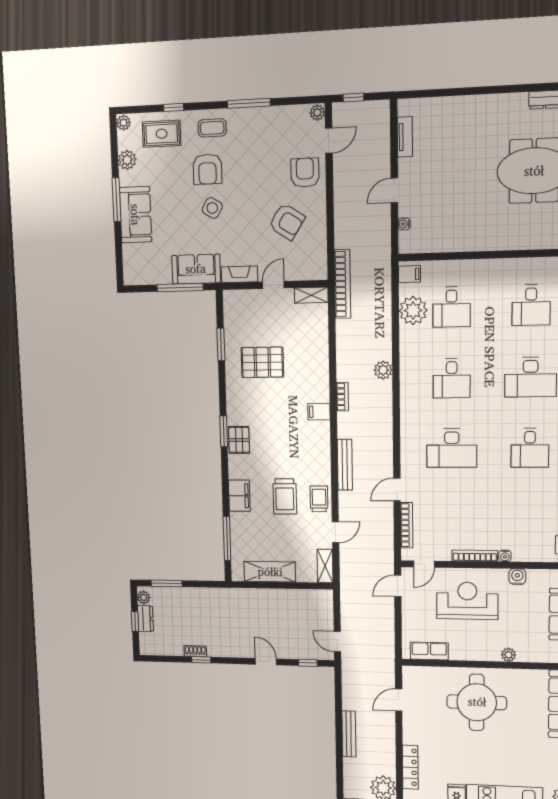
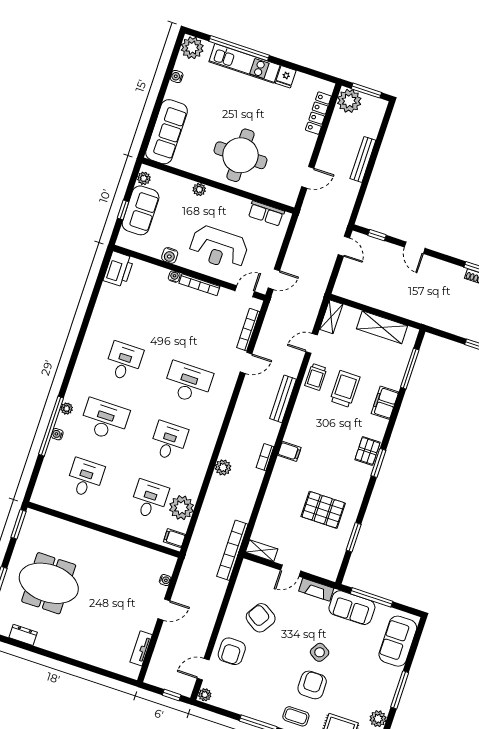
sofa: (135, 215) -> (398, 641), moved

